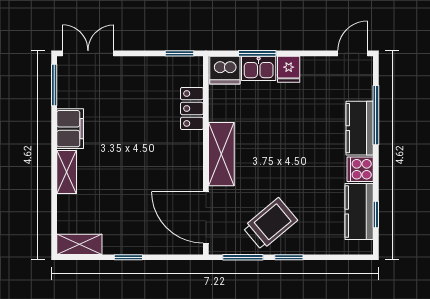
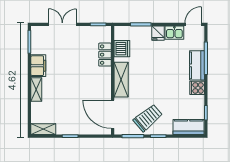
double door: (88, 53) -> (62, 24), moved
kitchen sink: (259, 68) -> (174, 33), moved
dishwasher: (225, 70) -> (122, 49), moved, turned -90
kitchen counter: (359, 212) -> (189, 127), moved, turned 90

